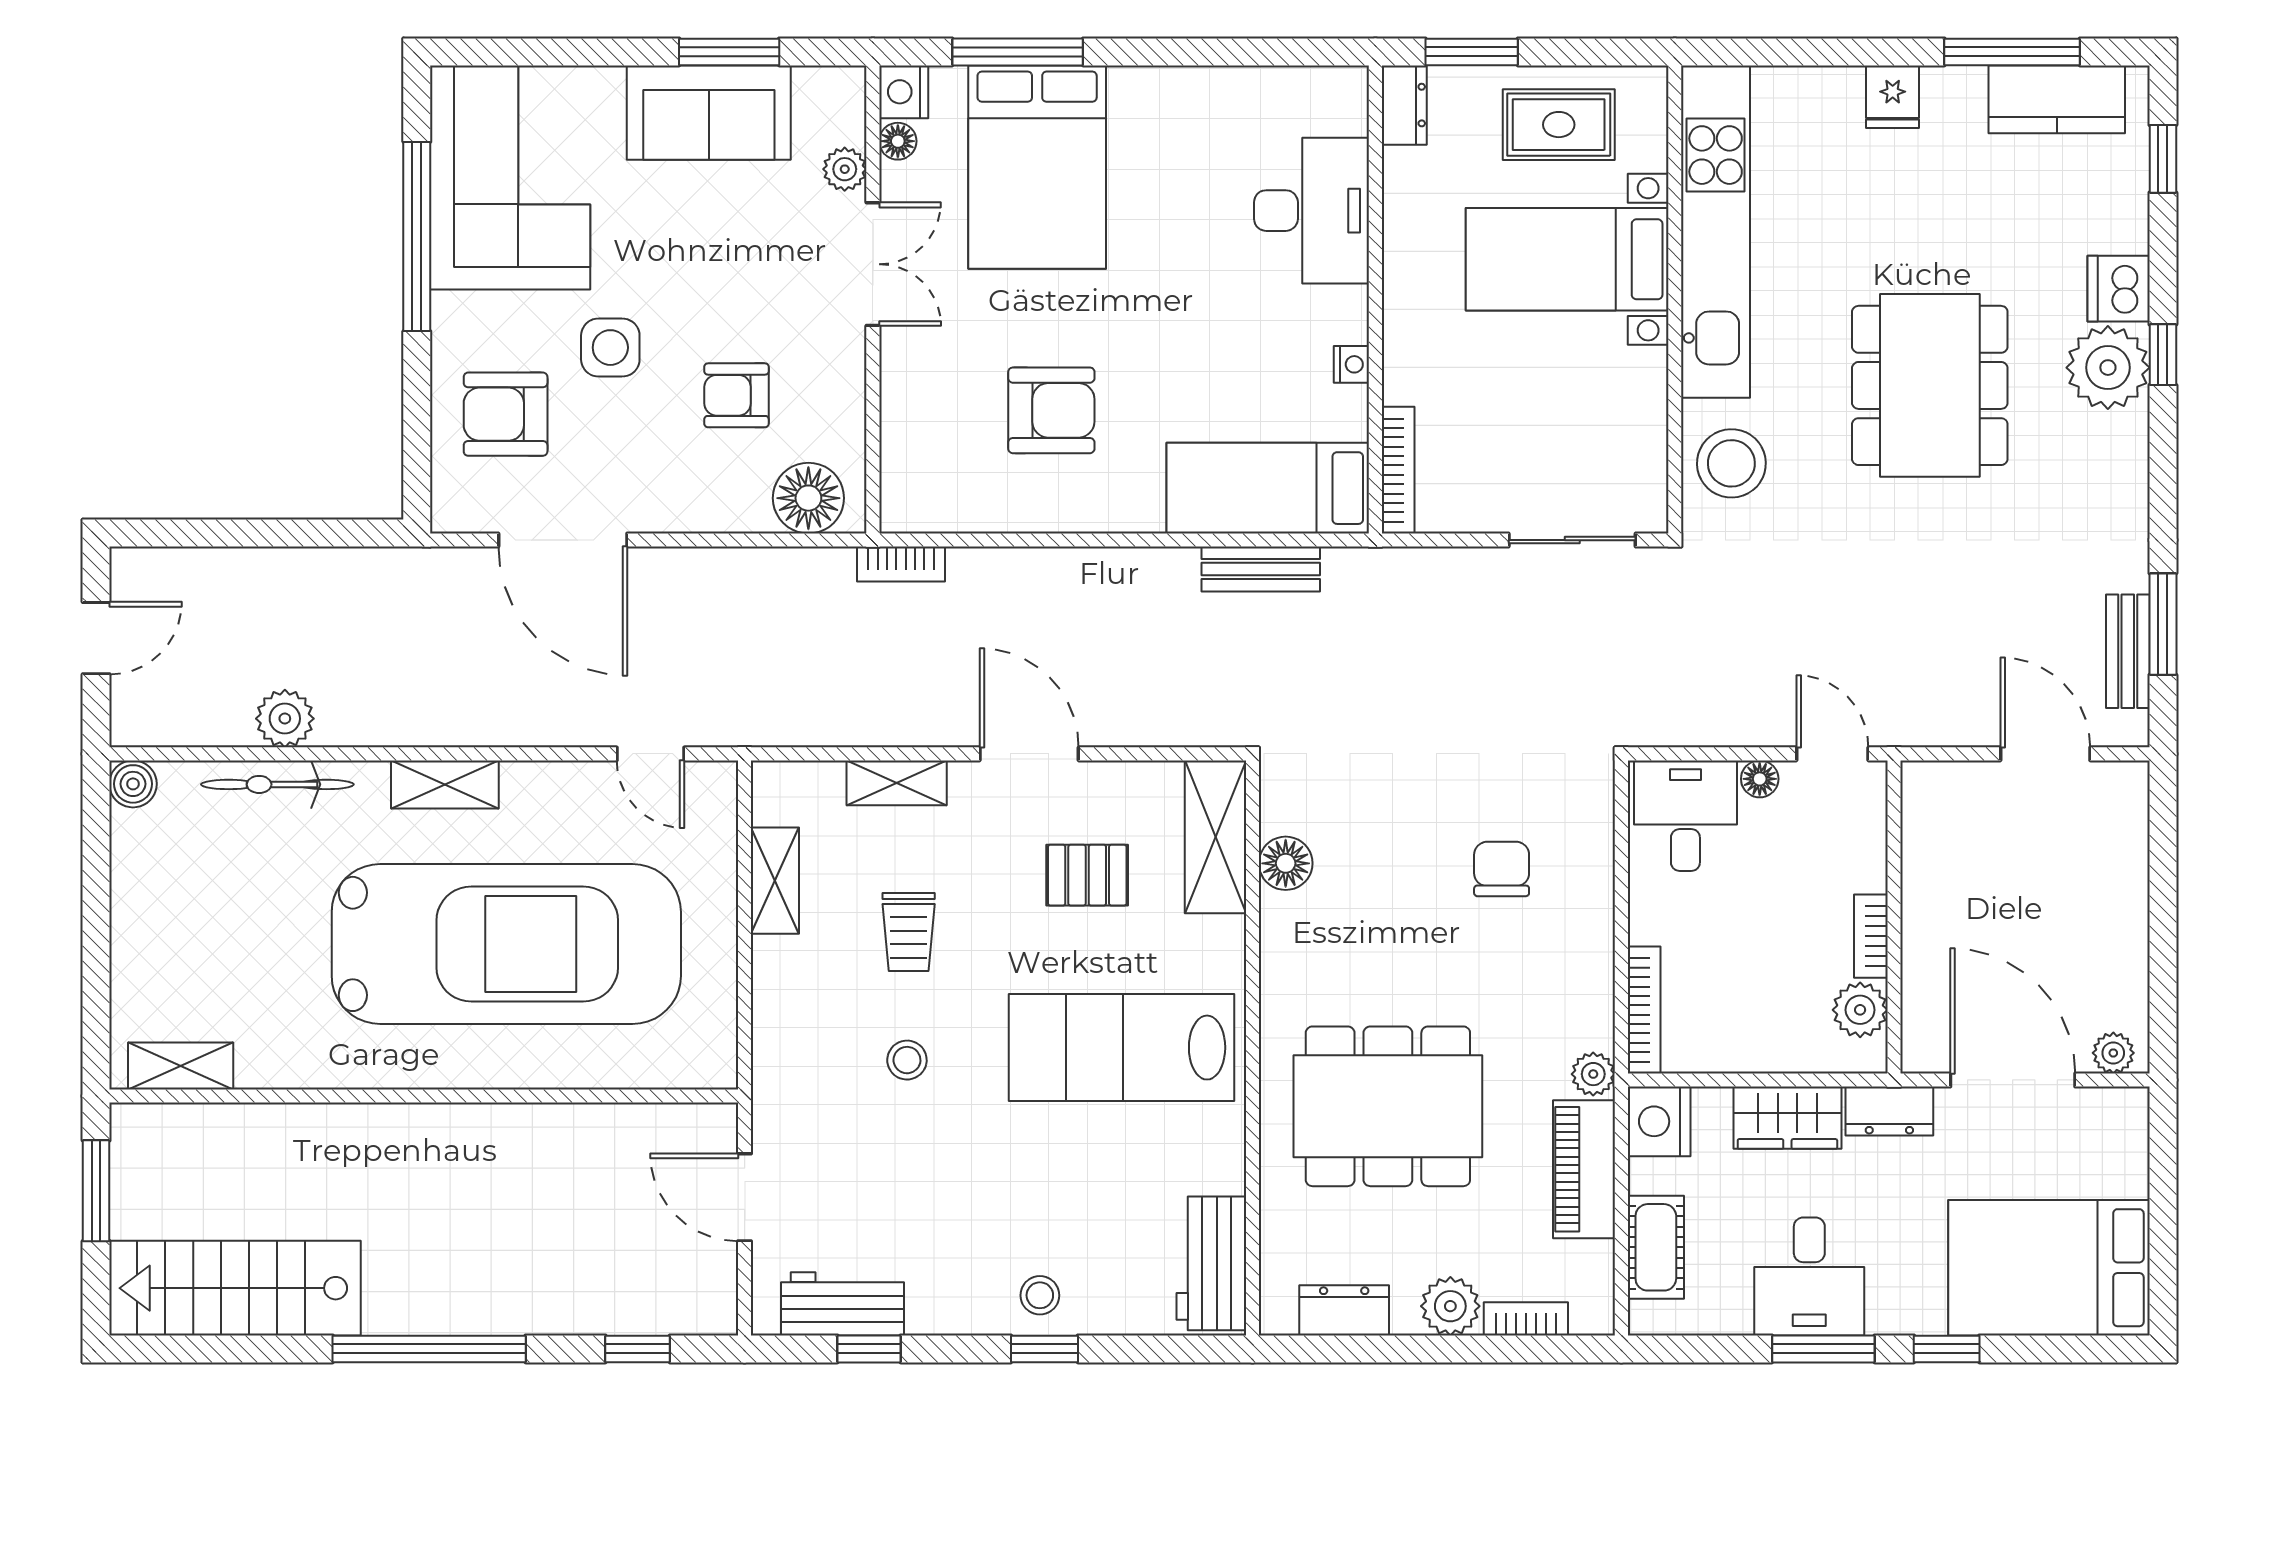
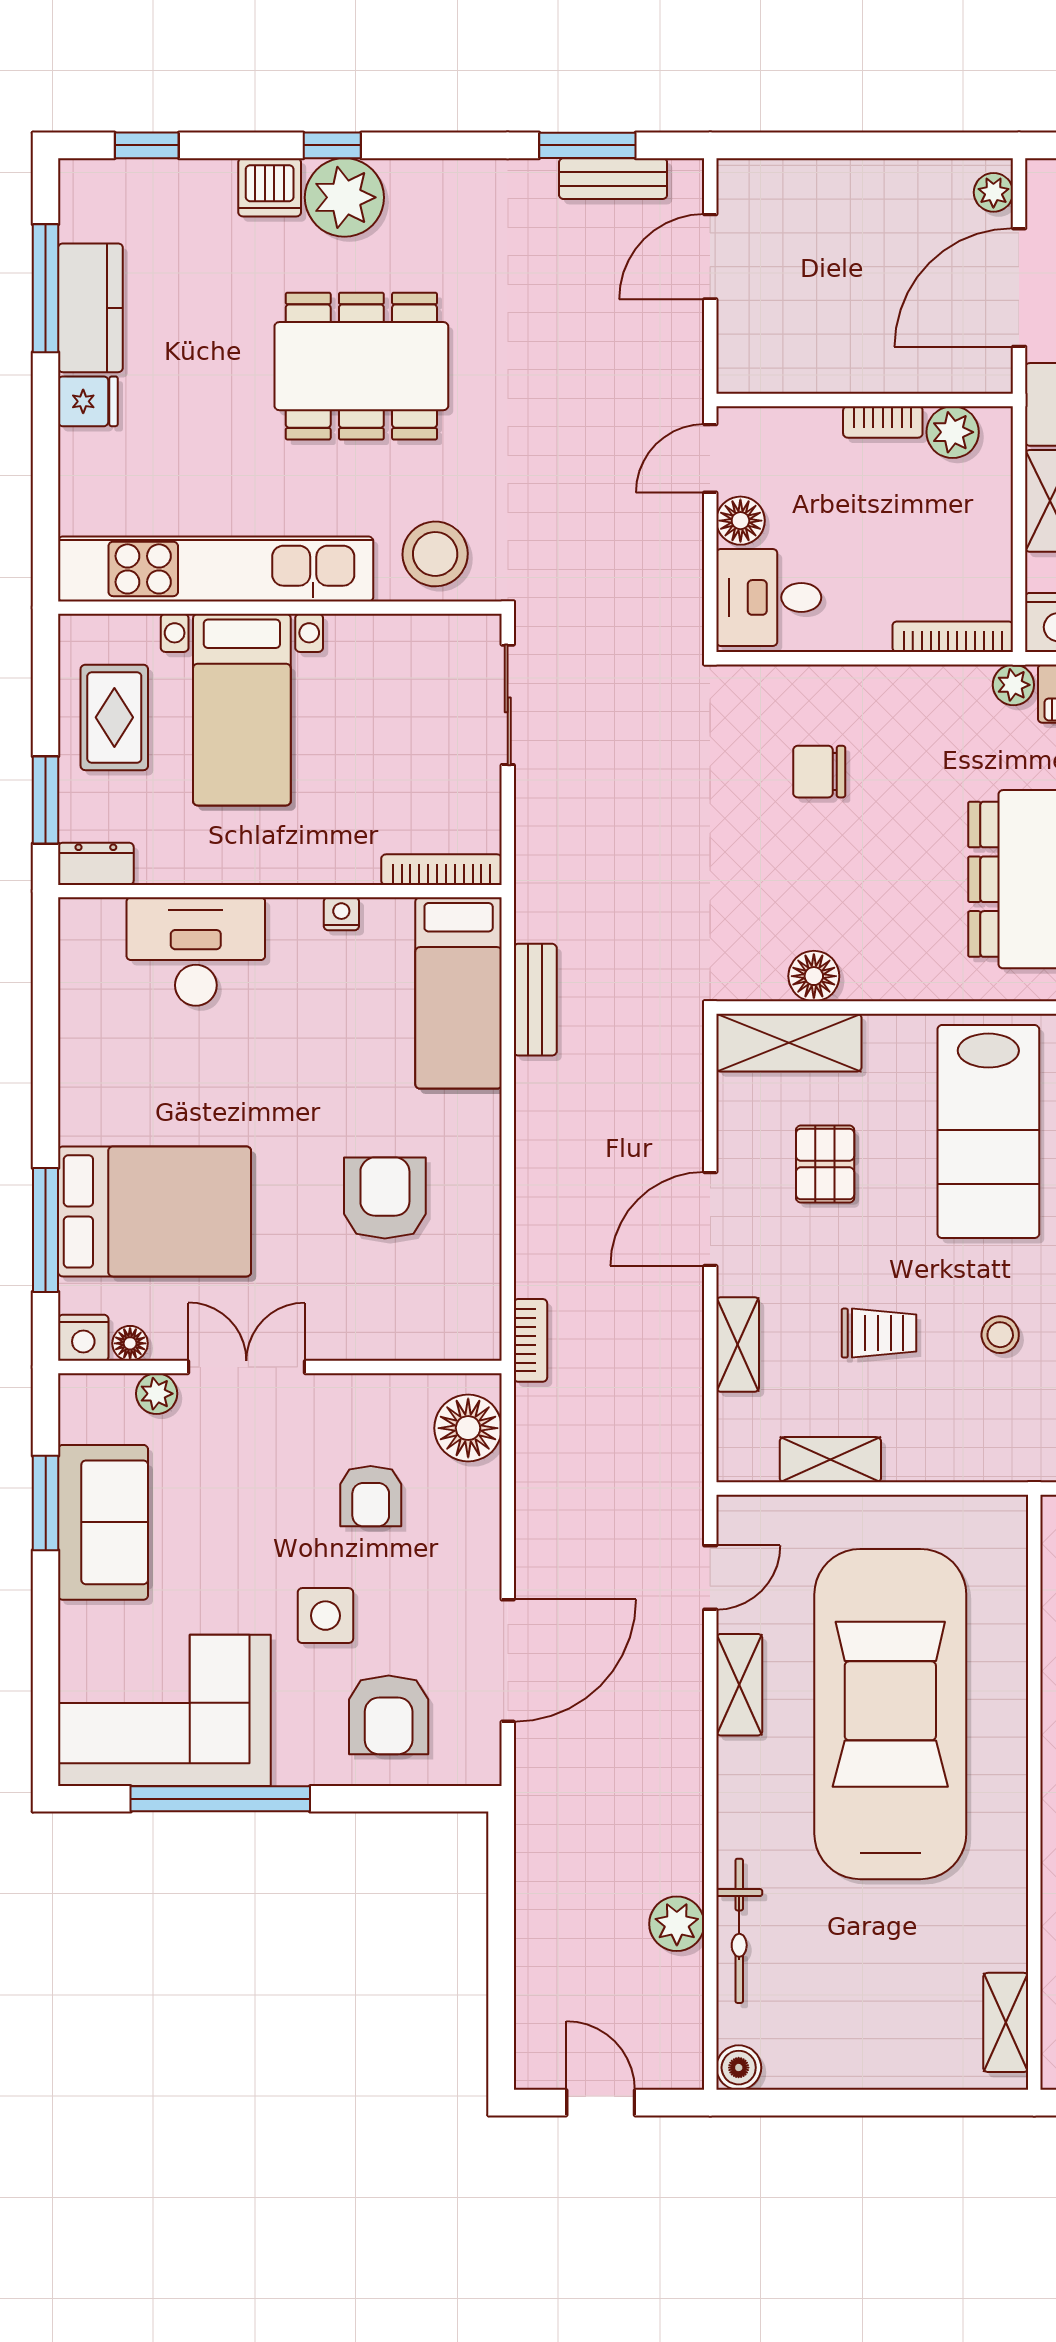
kitchen counter: (2057, 99) -> (90, 308), moved
floor lamp: (1760, 779) -> (740, 521), width x1.37, depth x1.37
shelving: (445, 784) -> (739, 1685), moved

